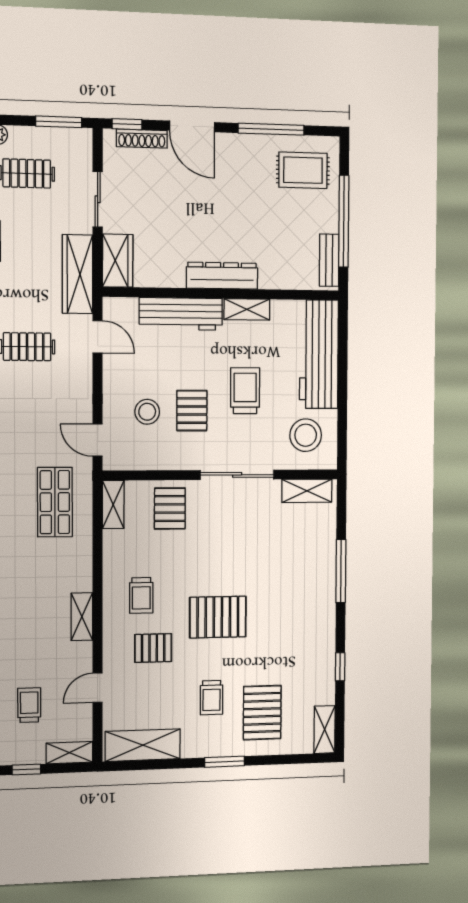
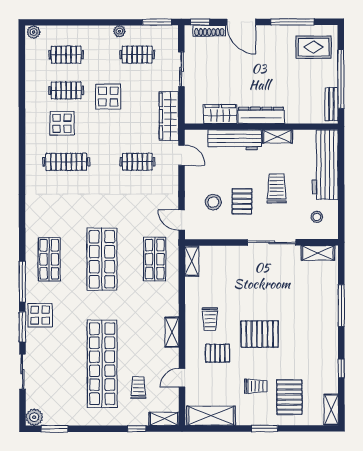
wardrobe: (118, 261) -> (220, 114), moved, turned -90
stool: (306, 435) -> (317, 217), width x0.53, depth x0.53
pallet: (170, 509) -> (228, 264), removed
trolley: (212, 698) -> (256, 386), turned -90

